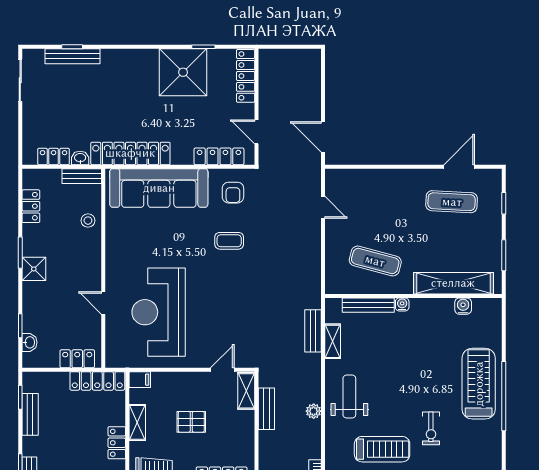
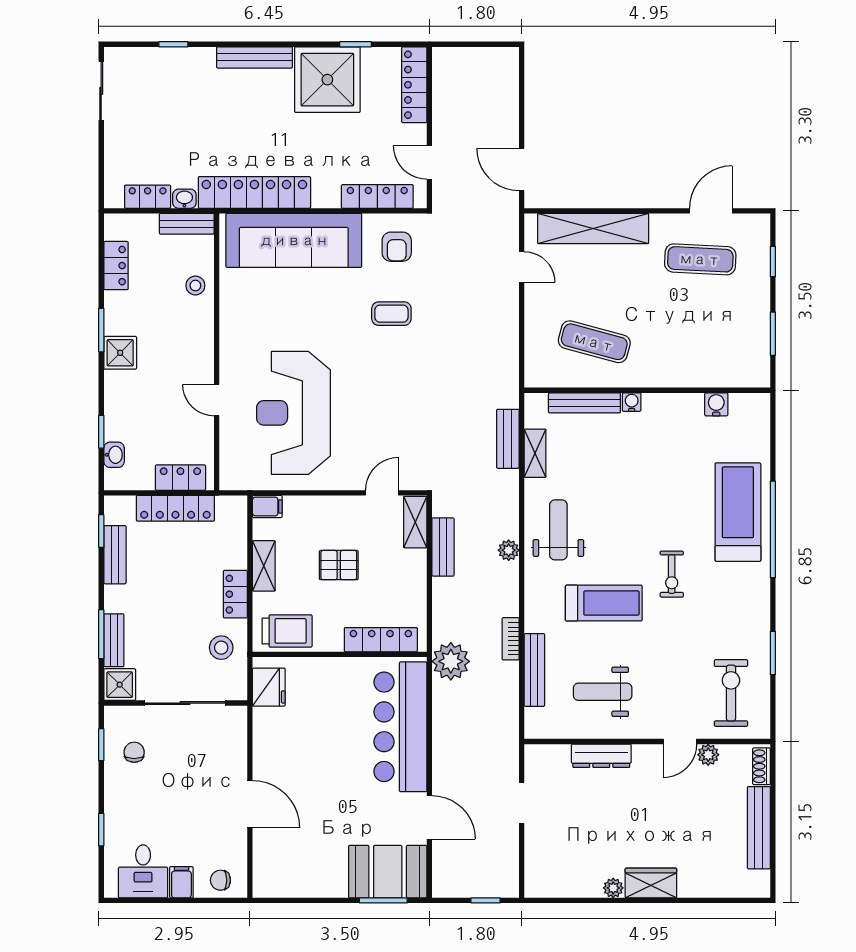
bench: (72, 56) -> (254, 57), moved
shelving: (453, 283) -> (593, 229), moved
locker: (97, 381) -> (175, 508), moved

